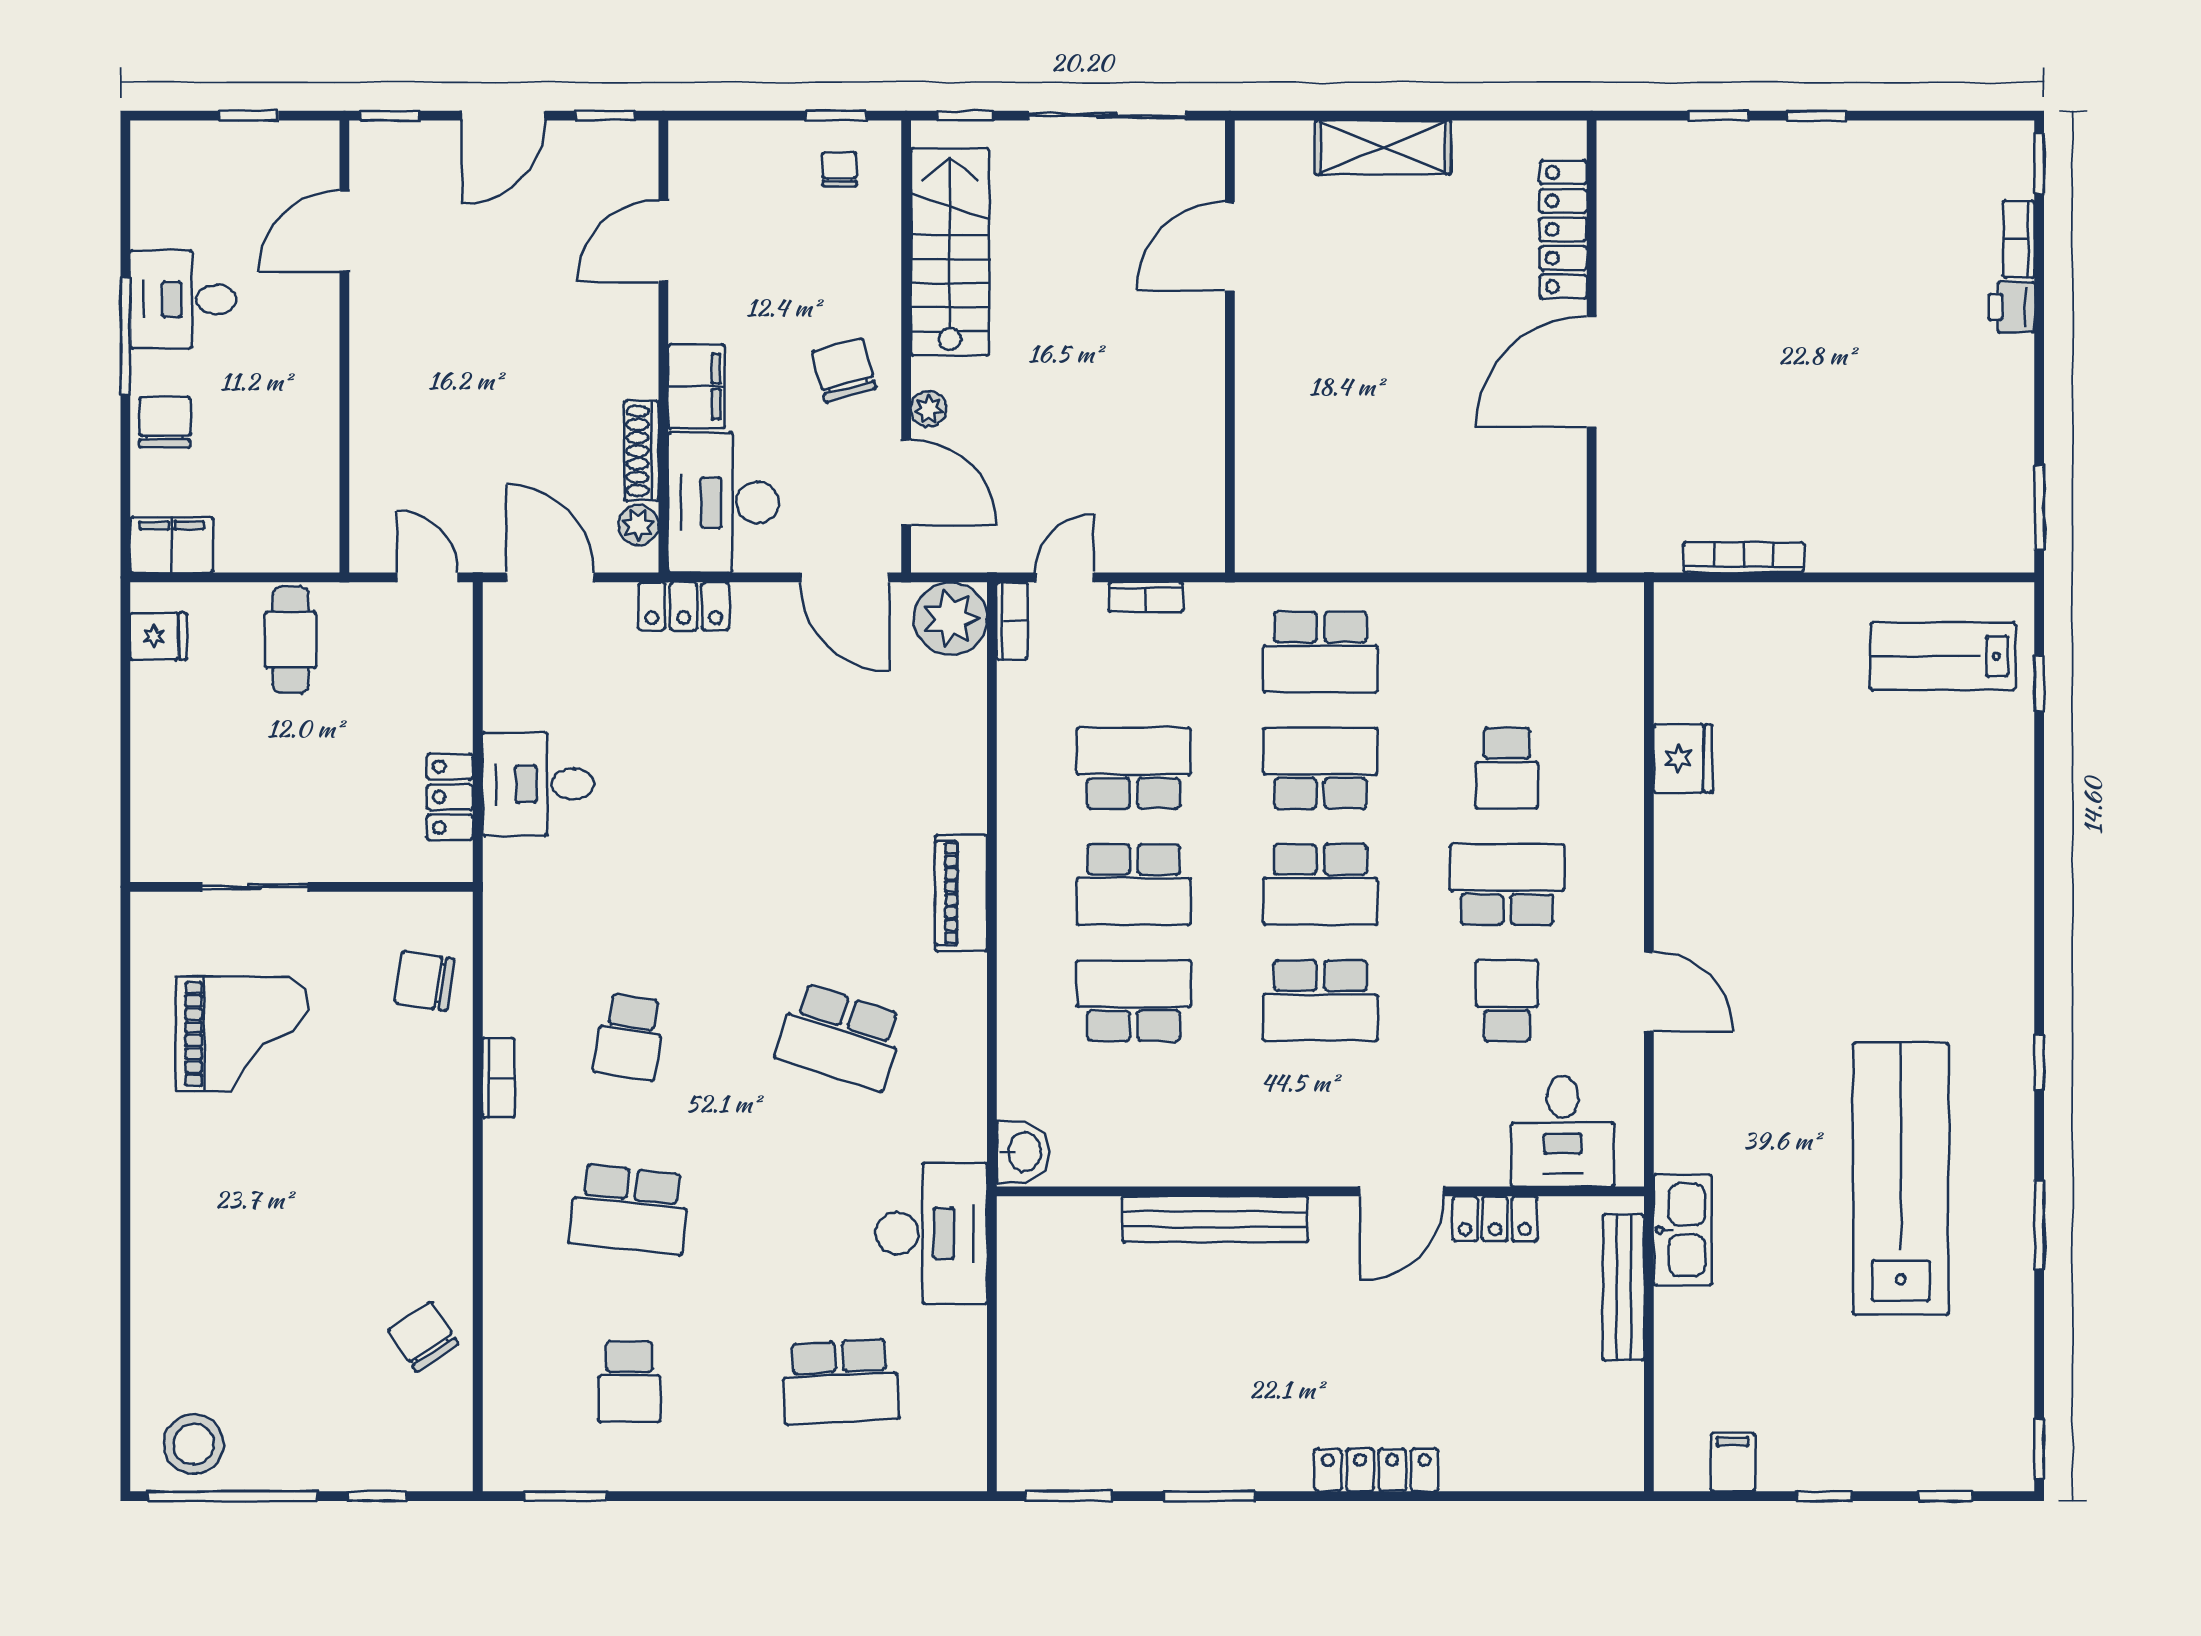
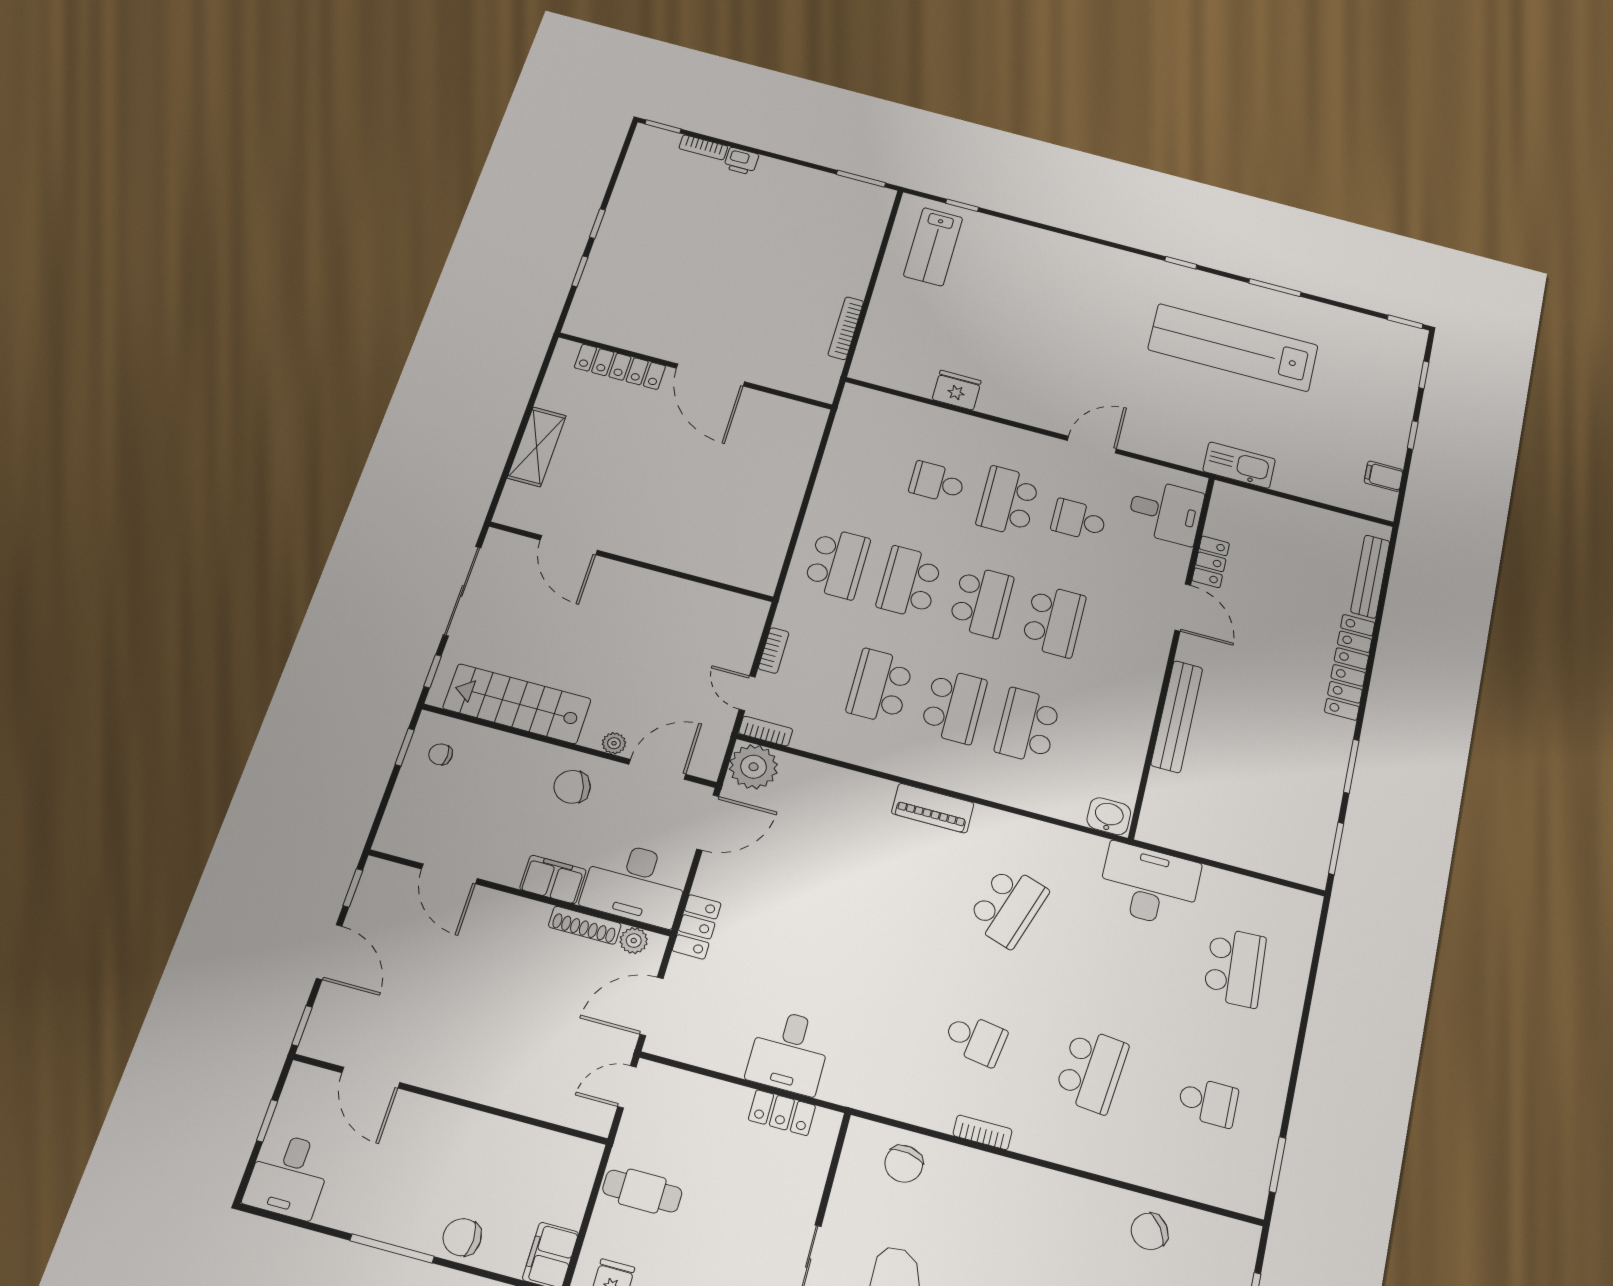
desk: (183, 299) -> (289, 1176), moved
school desk: (1507, 768) -> (937, 482), turned 180
bench: (1624, 1287) -> (1370, 576), moved, turned 90
locker: (1376, 1470) -> (1350, 667), width x1.41, depth x1.21

